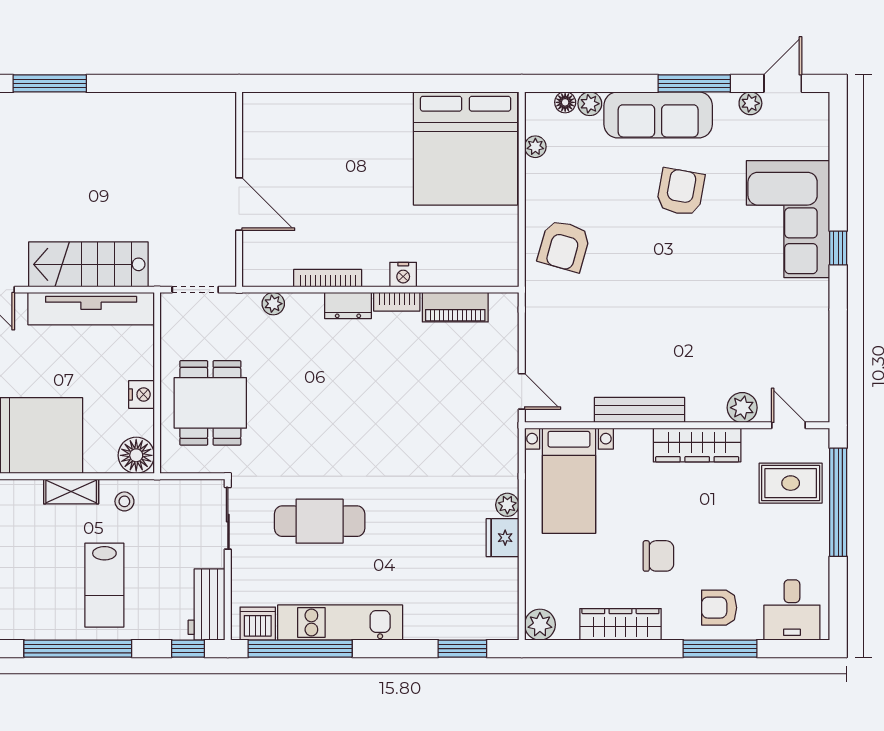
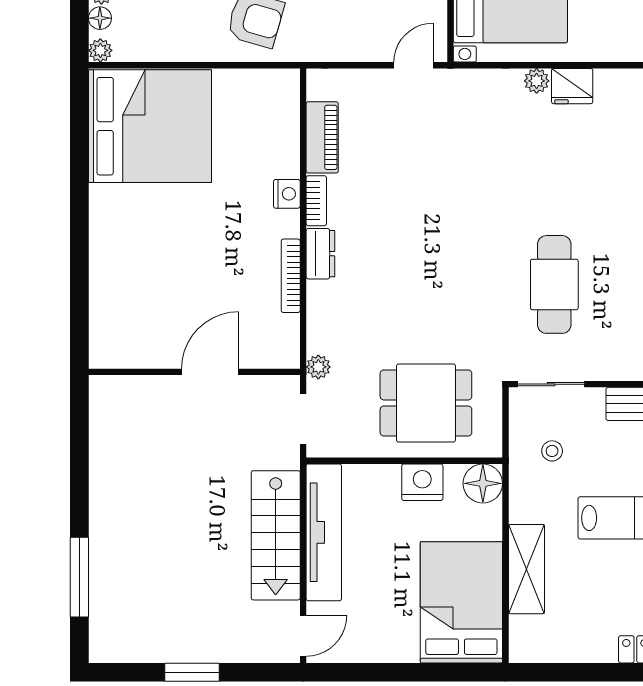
plant: (535, 147) -> (100, 50), moved
plant: (273, 304) -> (318, 367), moved
nightstand: (142, 394) -> (422, 482), width x1.36, depth x1.33
shelving: (71, 491) -> (526, 569), width x1.50, depth x1.33
stool: (124, 501) -> (552, 451), moved

